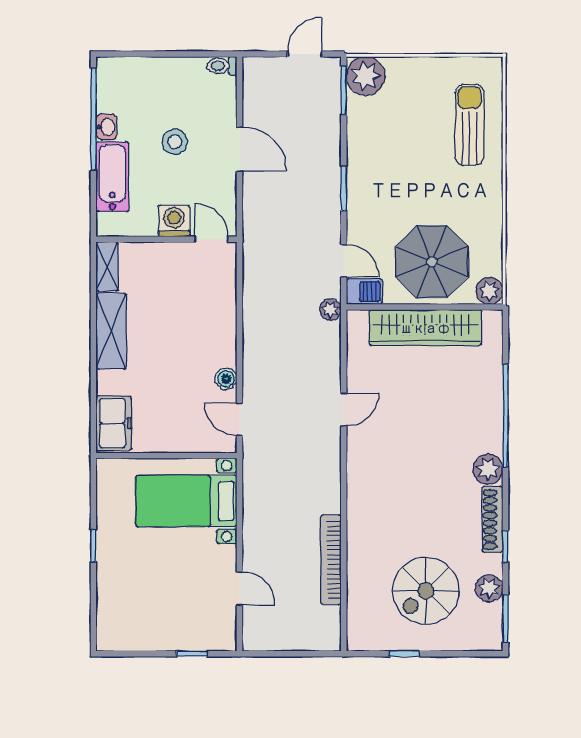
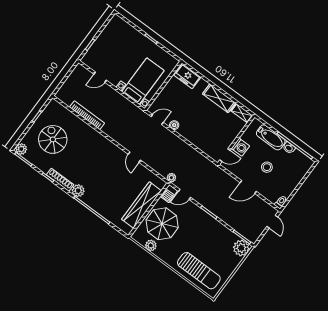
door: (305, 54) -> (272, 222), moved
sun lounger: (469, 125) -> (199, 271), width x1.36, depth x1.34
plant: (489, 291) -> (151, 245), moved
plant: (489, 588) -> (21, 149), moved

